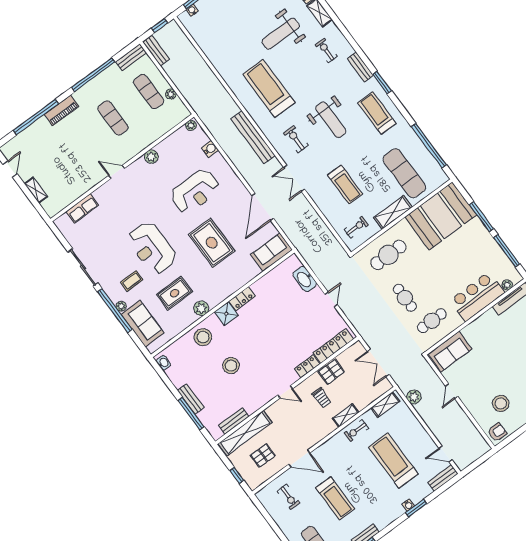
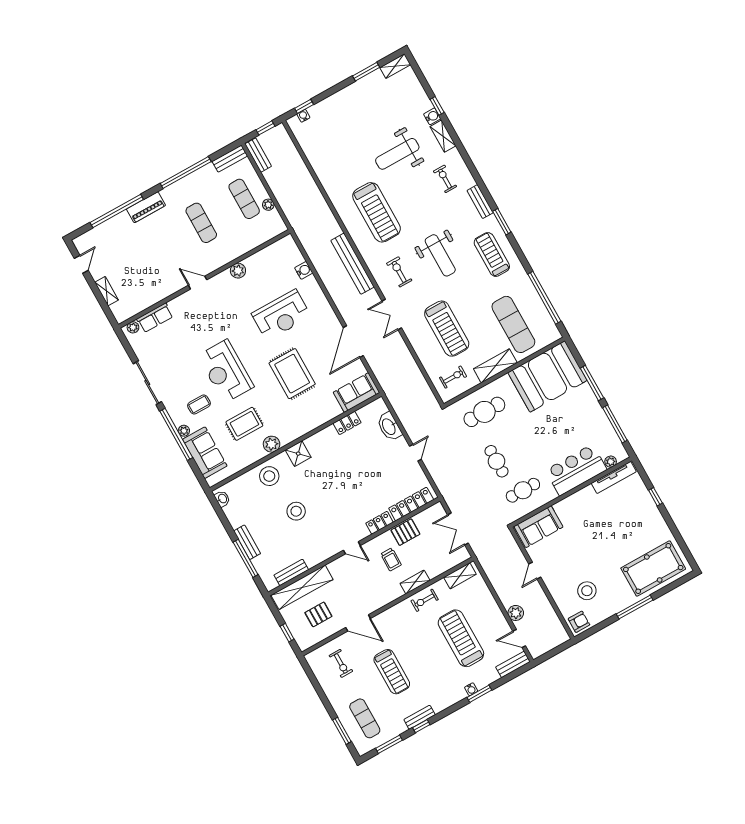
treadmill: (269, 88) -> (377, 212), turned 180
plant: (191, 125) -> (133, 327), moved
treadmill: (345, 185) -> (447, 329), width x1.37, depth x1.38
locker: (242, 299) -> (347, 423), moved
plant: (414, 397) -> (516, 613), moved

